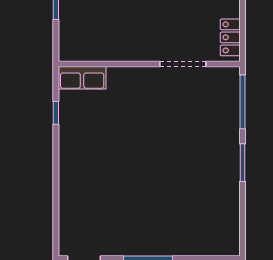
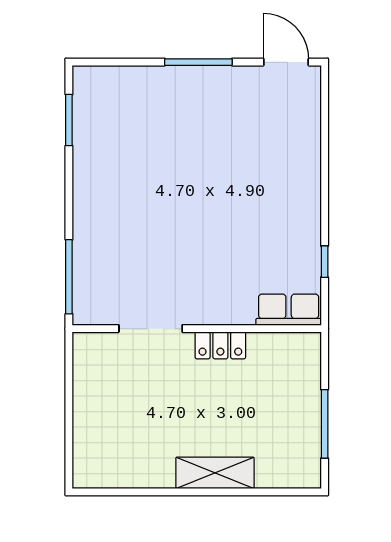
locker: (230, 37) -> (220, 345), moved, turned 90
window: (242, 163) -> (69, 120), moved

